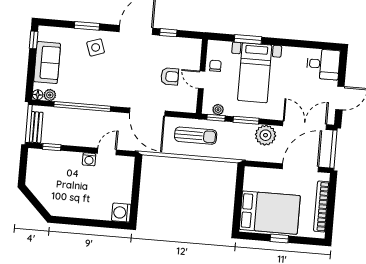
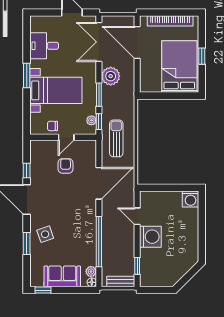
window: (248, 39) -> (27, 76), moved
desk: (323, 64) -> (44, 46), moved, turned -90
washing machine: (89, 159) -> (150, 237), width x1.89, depth x1.89

